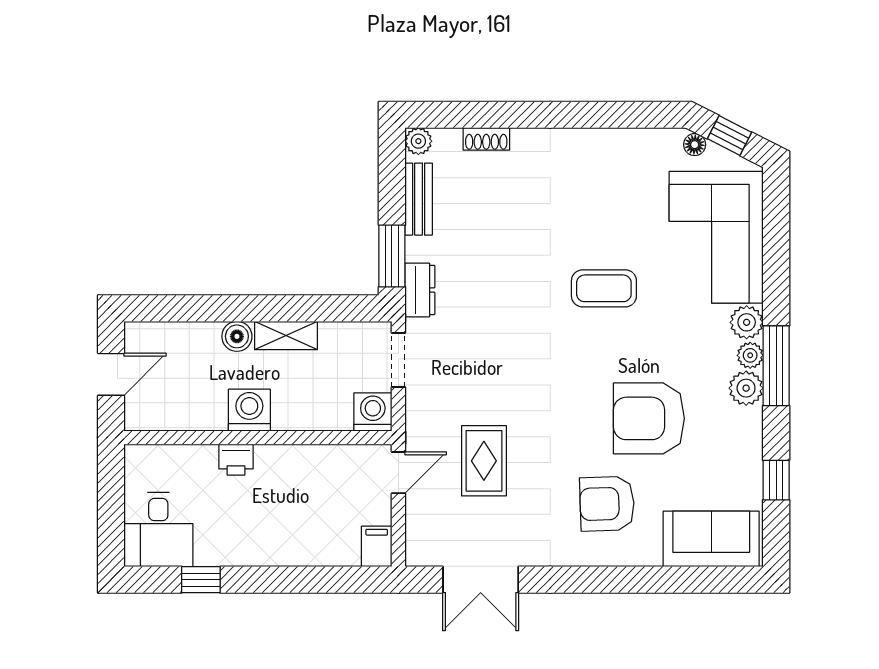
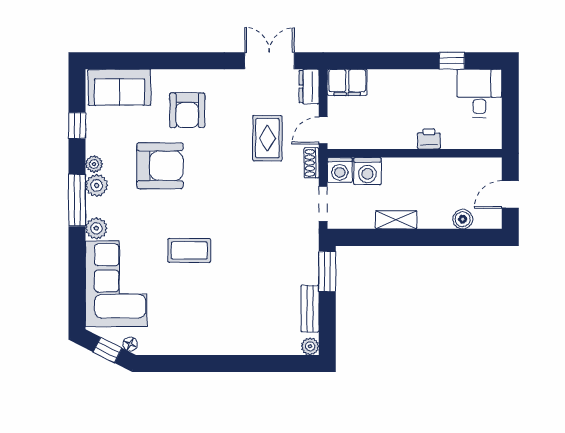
shoe rack: (486, 139) -> (312, 163), moved, turned -90
dresser: (420, 290) -> (309, 87), moved
boiler: (237, 336) -> (463, 219), moved
plant: (750, 355) -> (94, 164), moved
washing machine: (249, 410) -> (367, 171), moved
armchair: (607, 504) -> (187, 110), turned 92
filing cabinet: (377, 546) -> (347, 82), width x2.00

